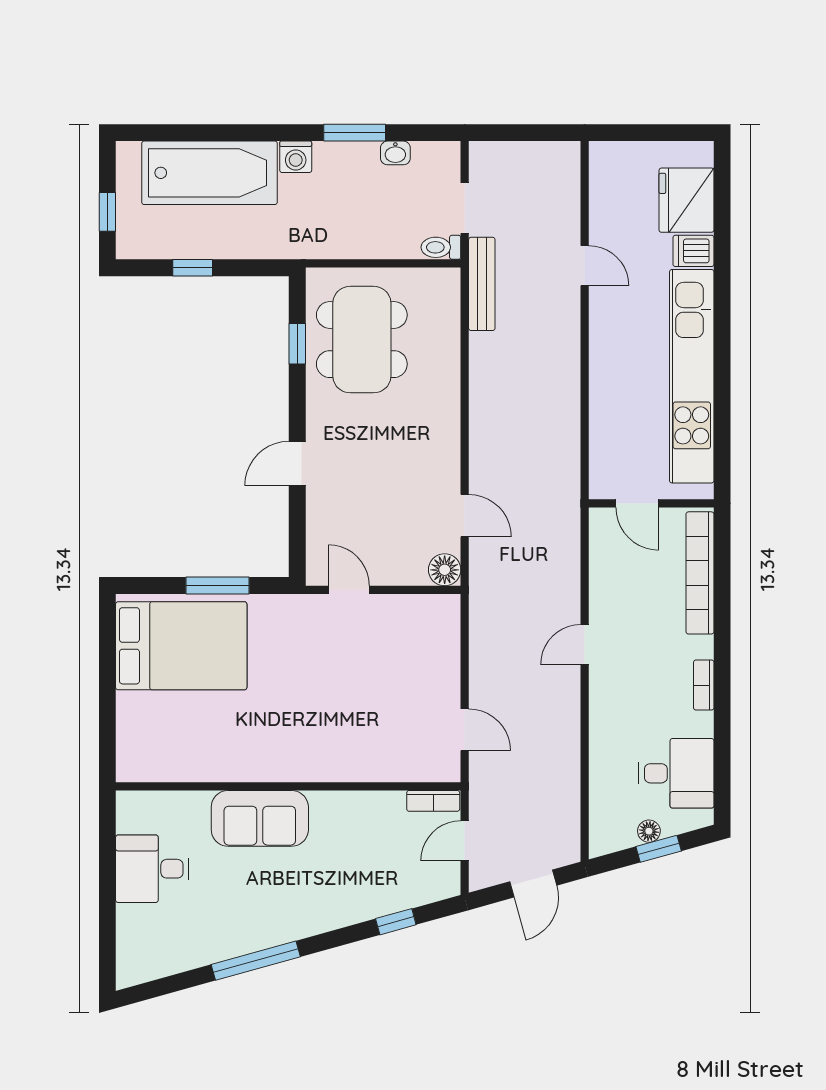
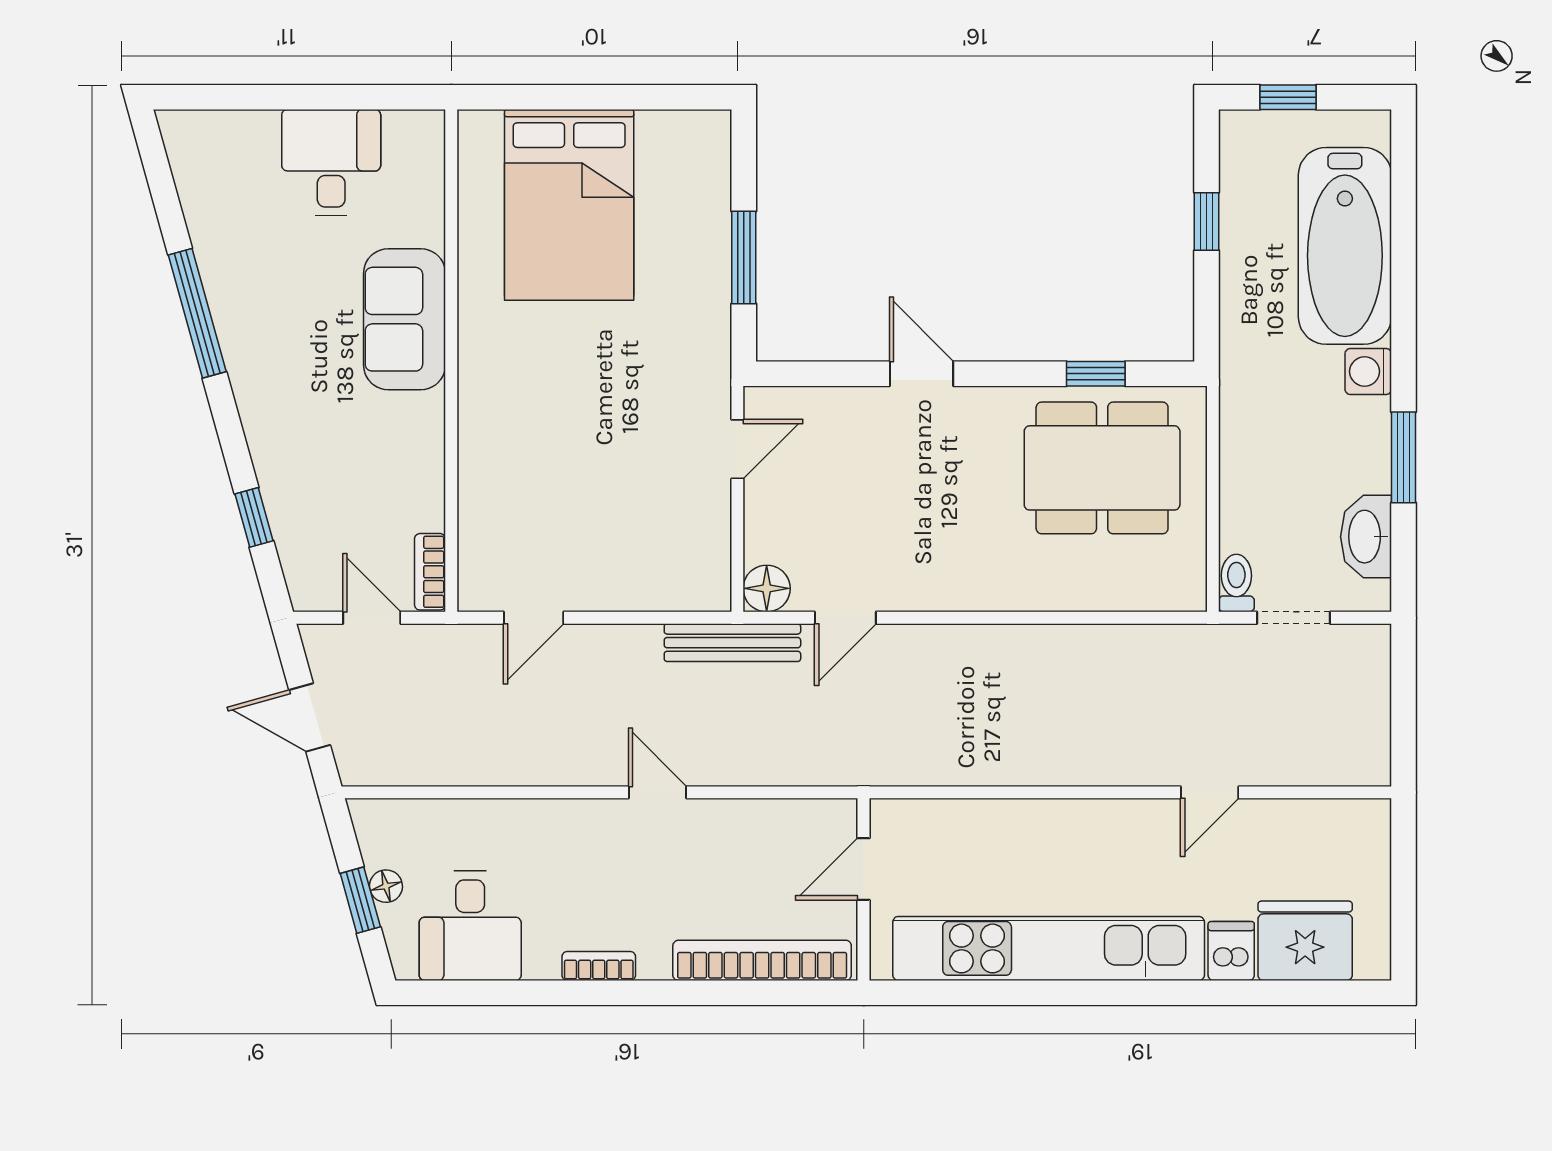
washbasin: (395, 153) -> (1366, 537), width x1.91, depth x1.45
bench: (482, 284) -> (732, 643), moved
bed: (181, 646) -> (569, 205), moved

